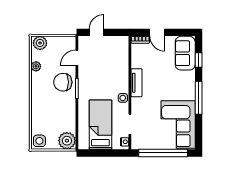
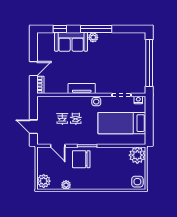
sofa: (185, 53) -> (71, 42), moved
chair: (63, 82) -> (81, 159), turned 90
plant: (190, 95) -> (93, 37), added
corner sofa: (178, 125) -> (122, 49), removed

